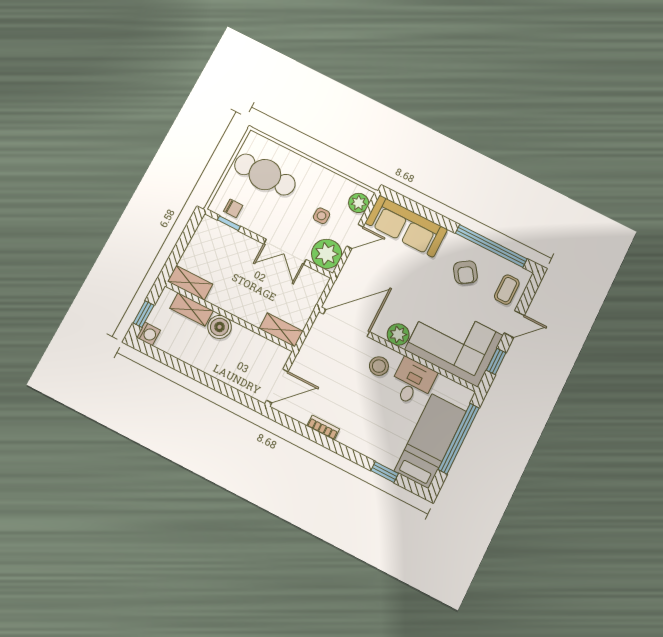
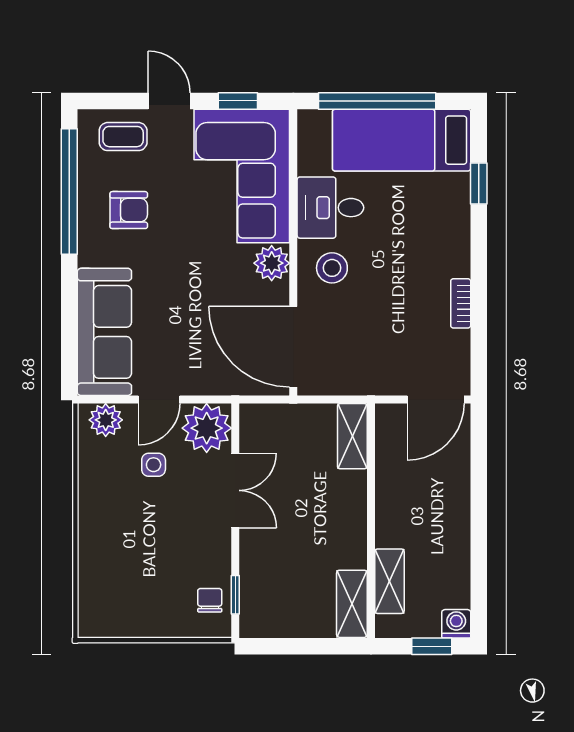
cafe table: (265, 175) -> (135, 580), removed
door: (355, 236) -> (159, 400), swing flipped
armchair: (465, 272) -> (129, 210), turned 34
boiler: (220, 327) -> (394, 527), removed
door: (277, 386) -> (436, 400), swing flipped

